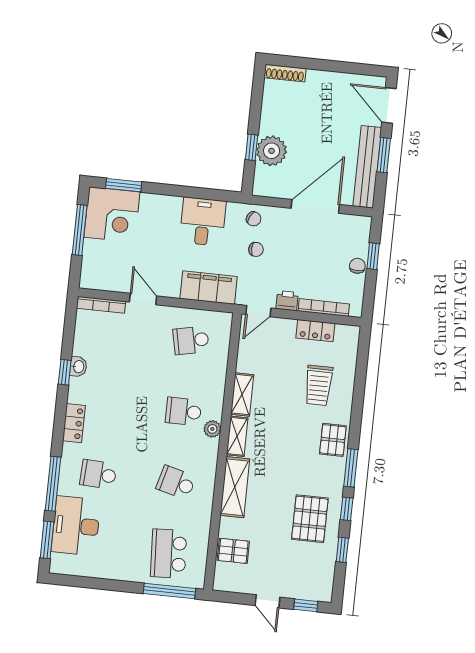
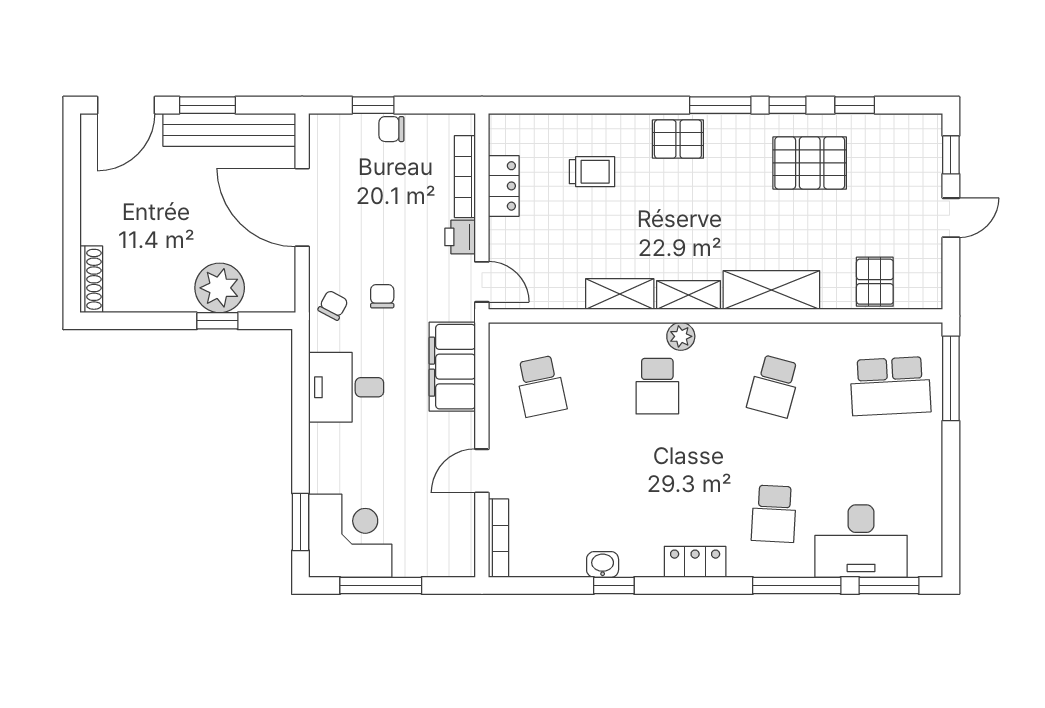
trolley: (319, 385) -> (592, 172), width x0.73, depth x0.72

